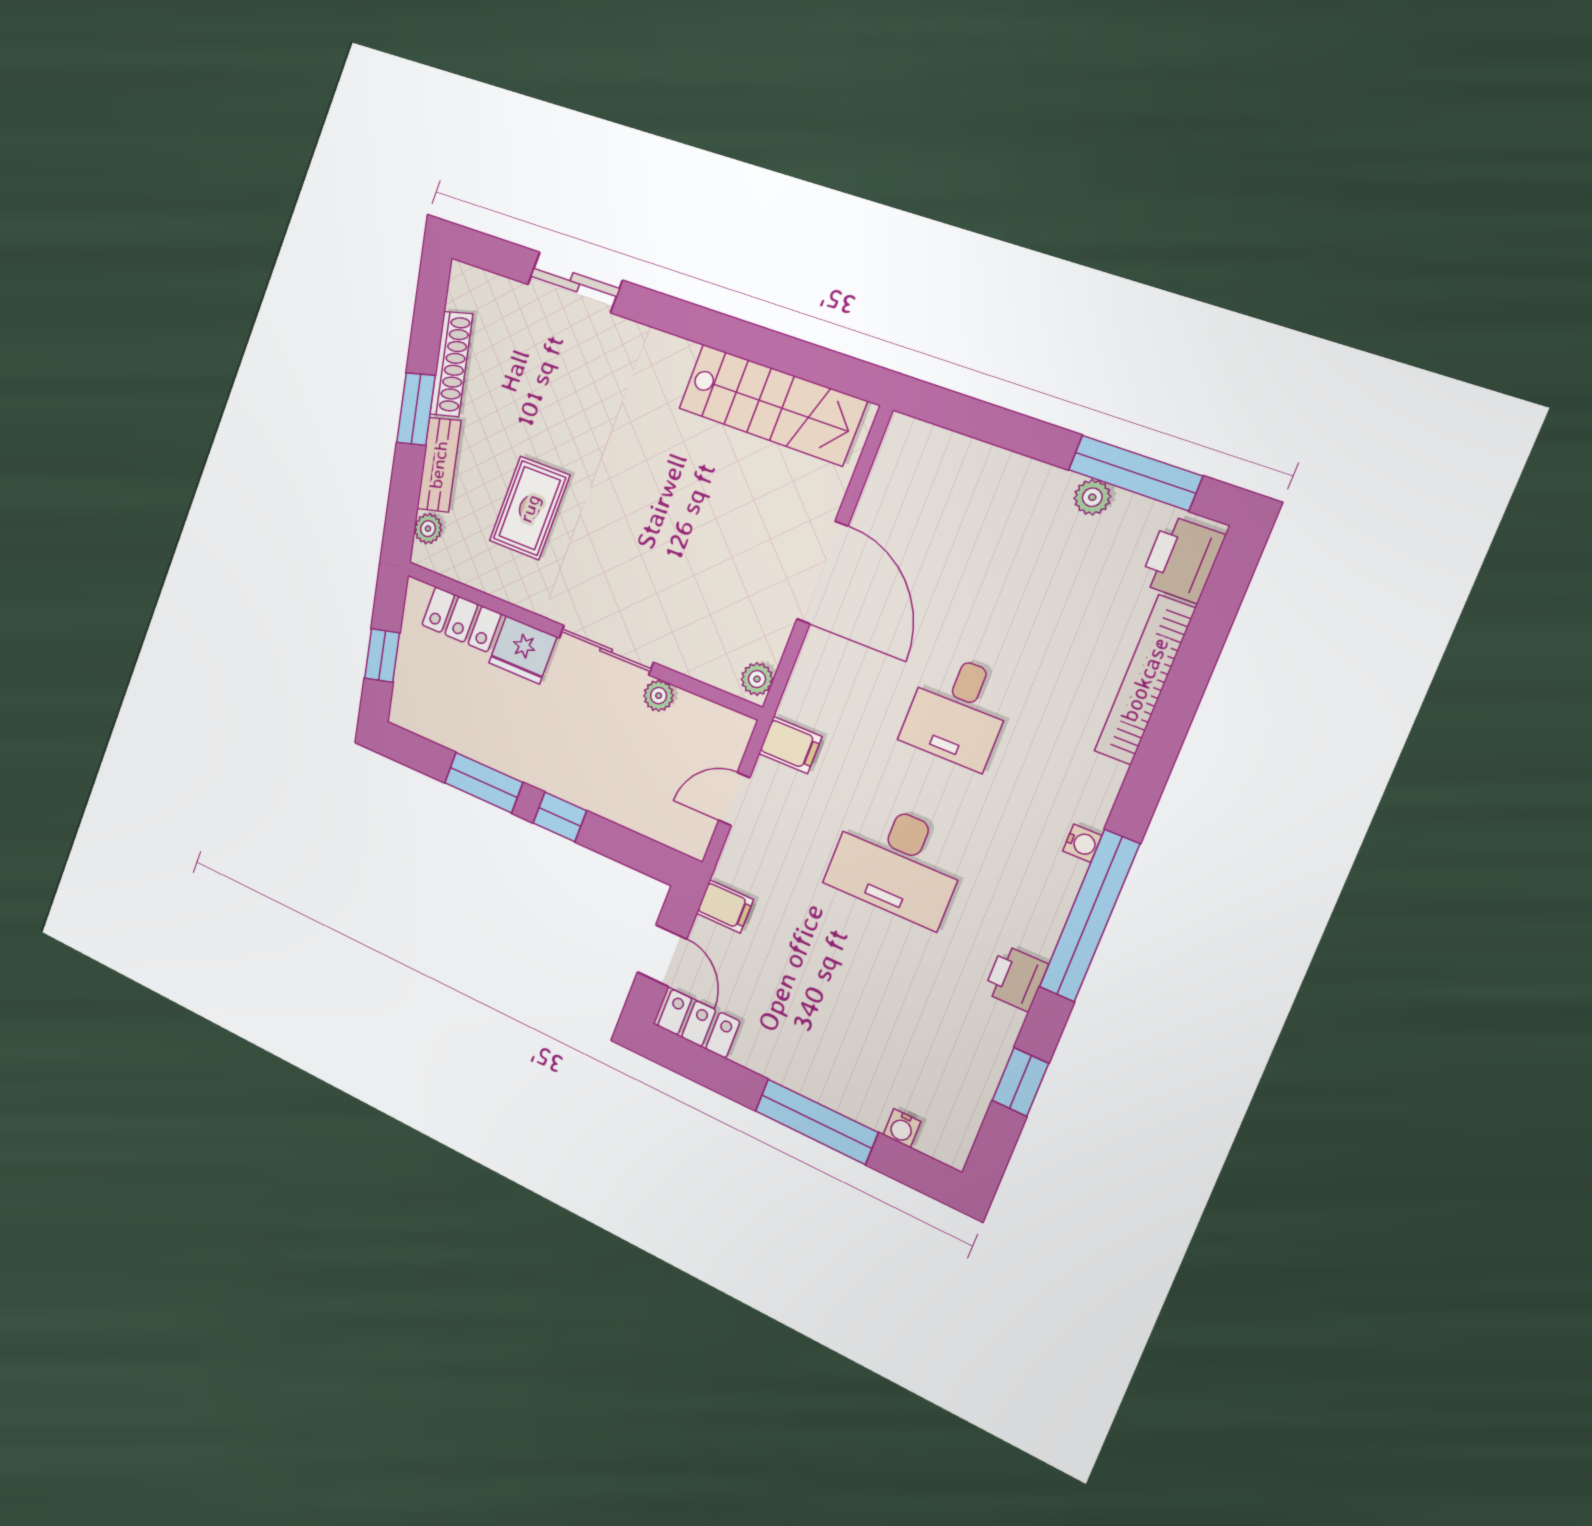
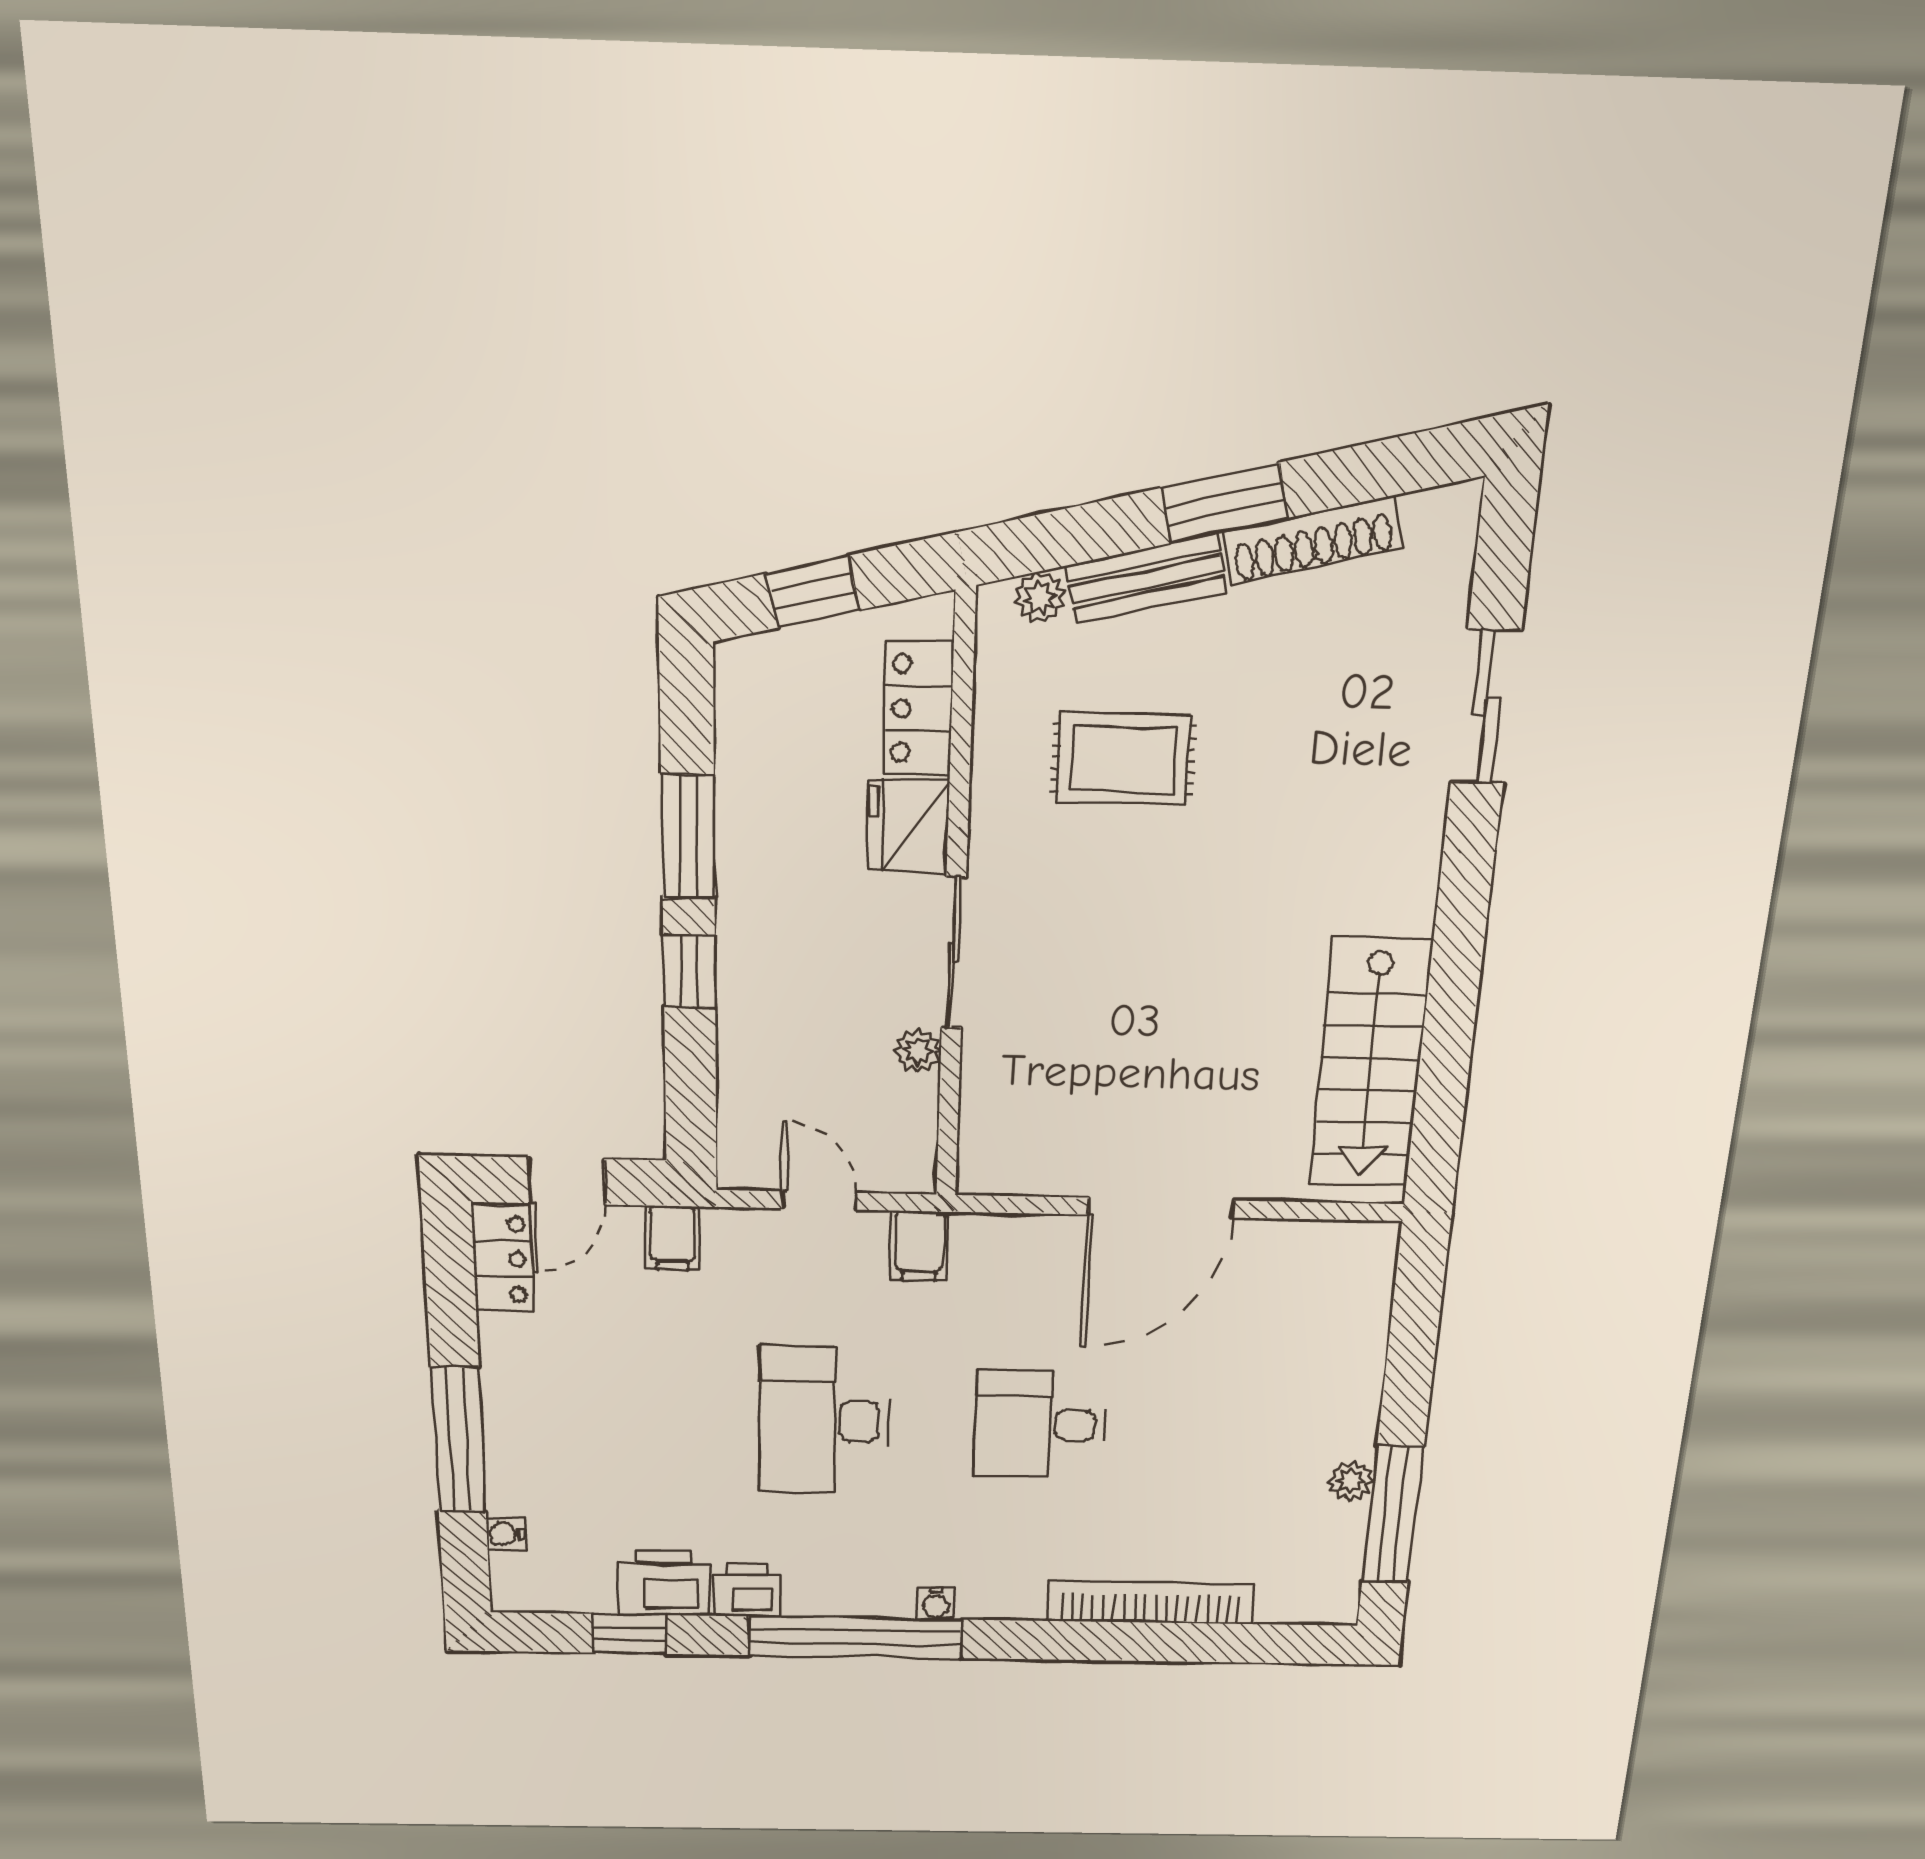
printer: (1182, 559) -> (663, 1583), moved
plant: (757, 679) -> (990, 1174), removed

